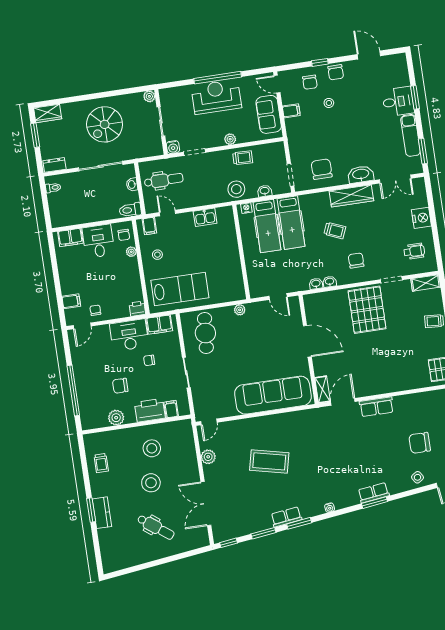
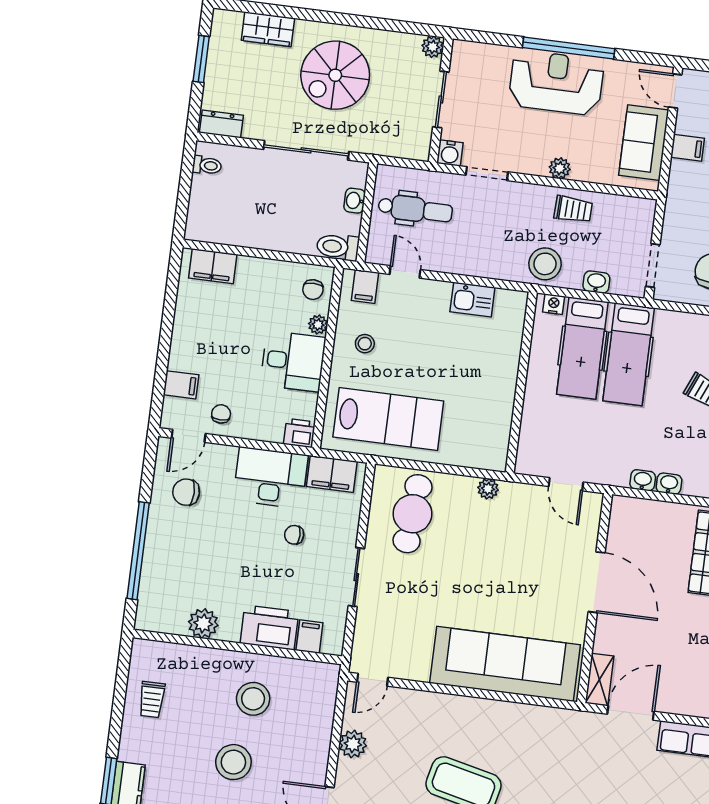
wardrobe: (48, 113) -> (268, 29), moved
desk: (98, 241) -> (293, 361), moved, turned 90
chair: (120, 386) -> (186, 492), moved

